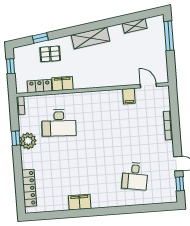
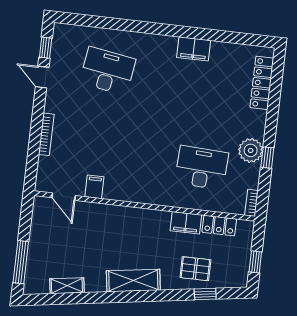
desk: (135, 176) -> (108, 71), width x1.37

